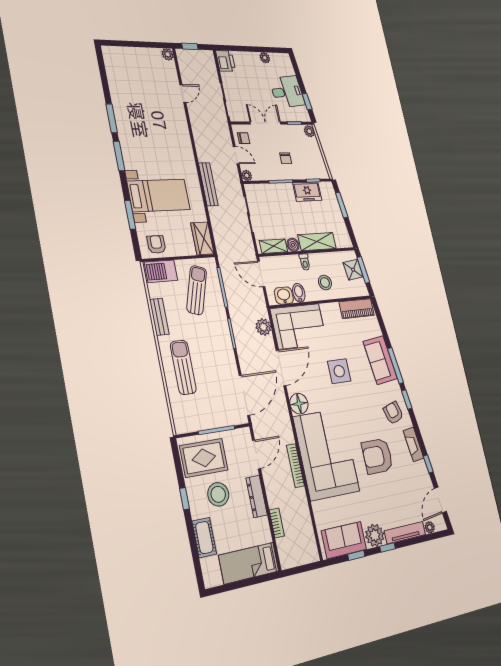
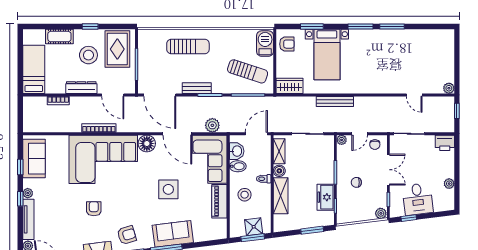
piano: (357, 309) -> (219, 201), moved
bench: (159, 317) -> (197, 88), moved
armchair: (377, 456) -> (94, 209), width x0.53, depth x0.53
plant: (375, 535) -> (28, 193), width x0.53, depth x0.53

